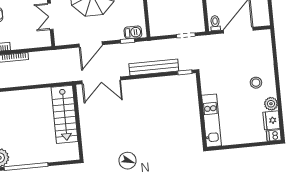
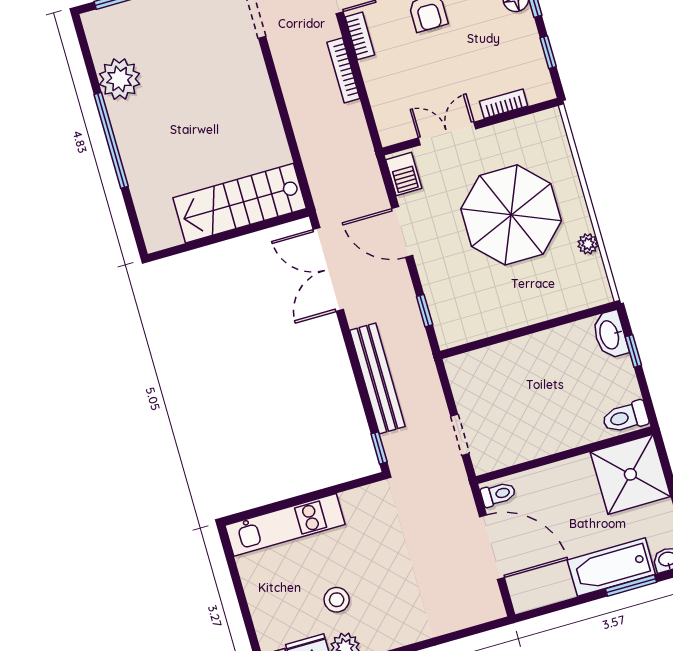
barbecue: (133, 32) -> (404, 174), moved
stool: (256, 83) -> (337, 600), moved

